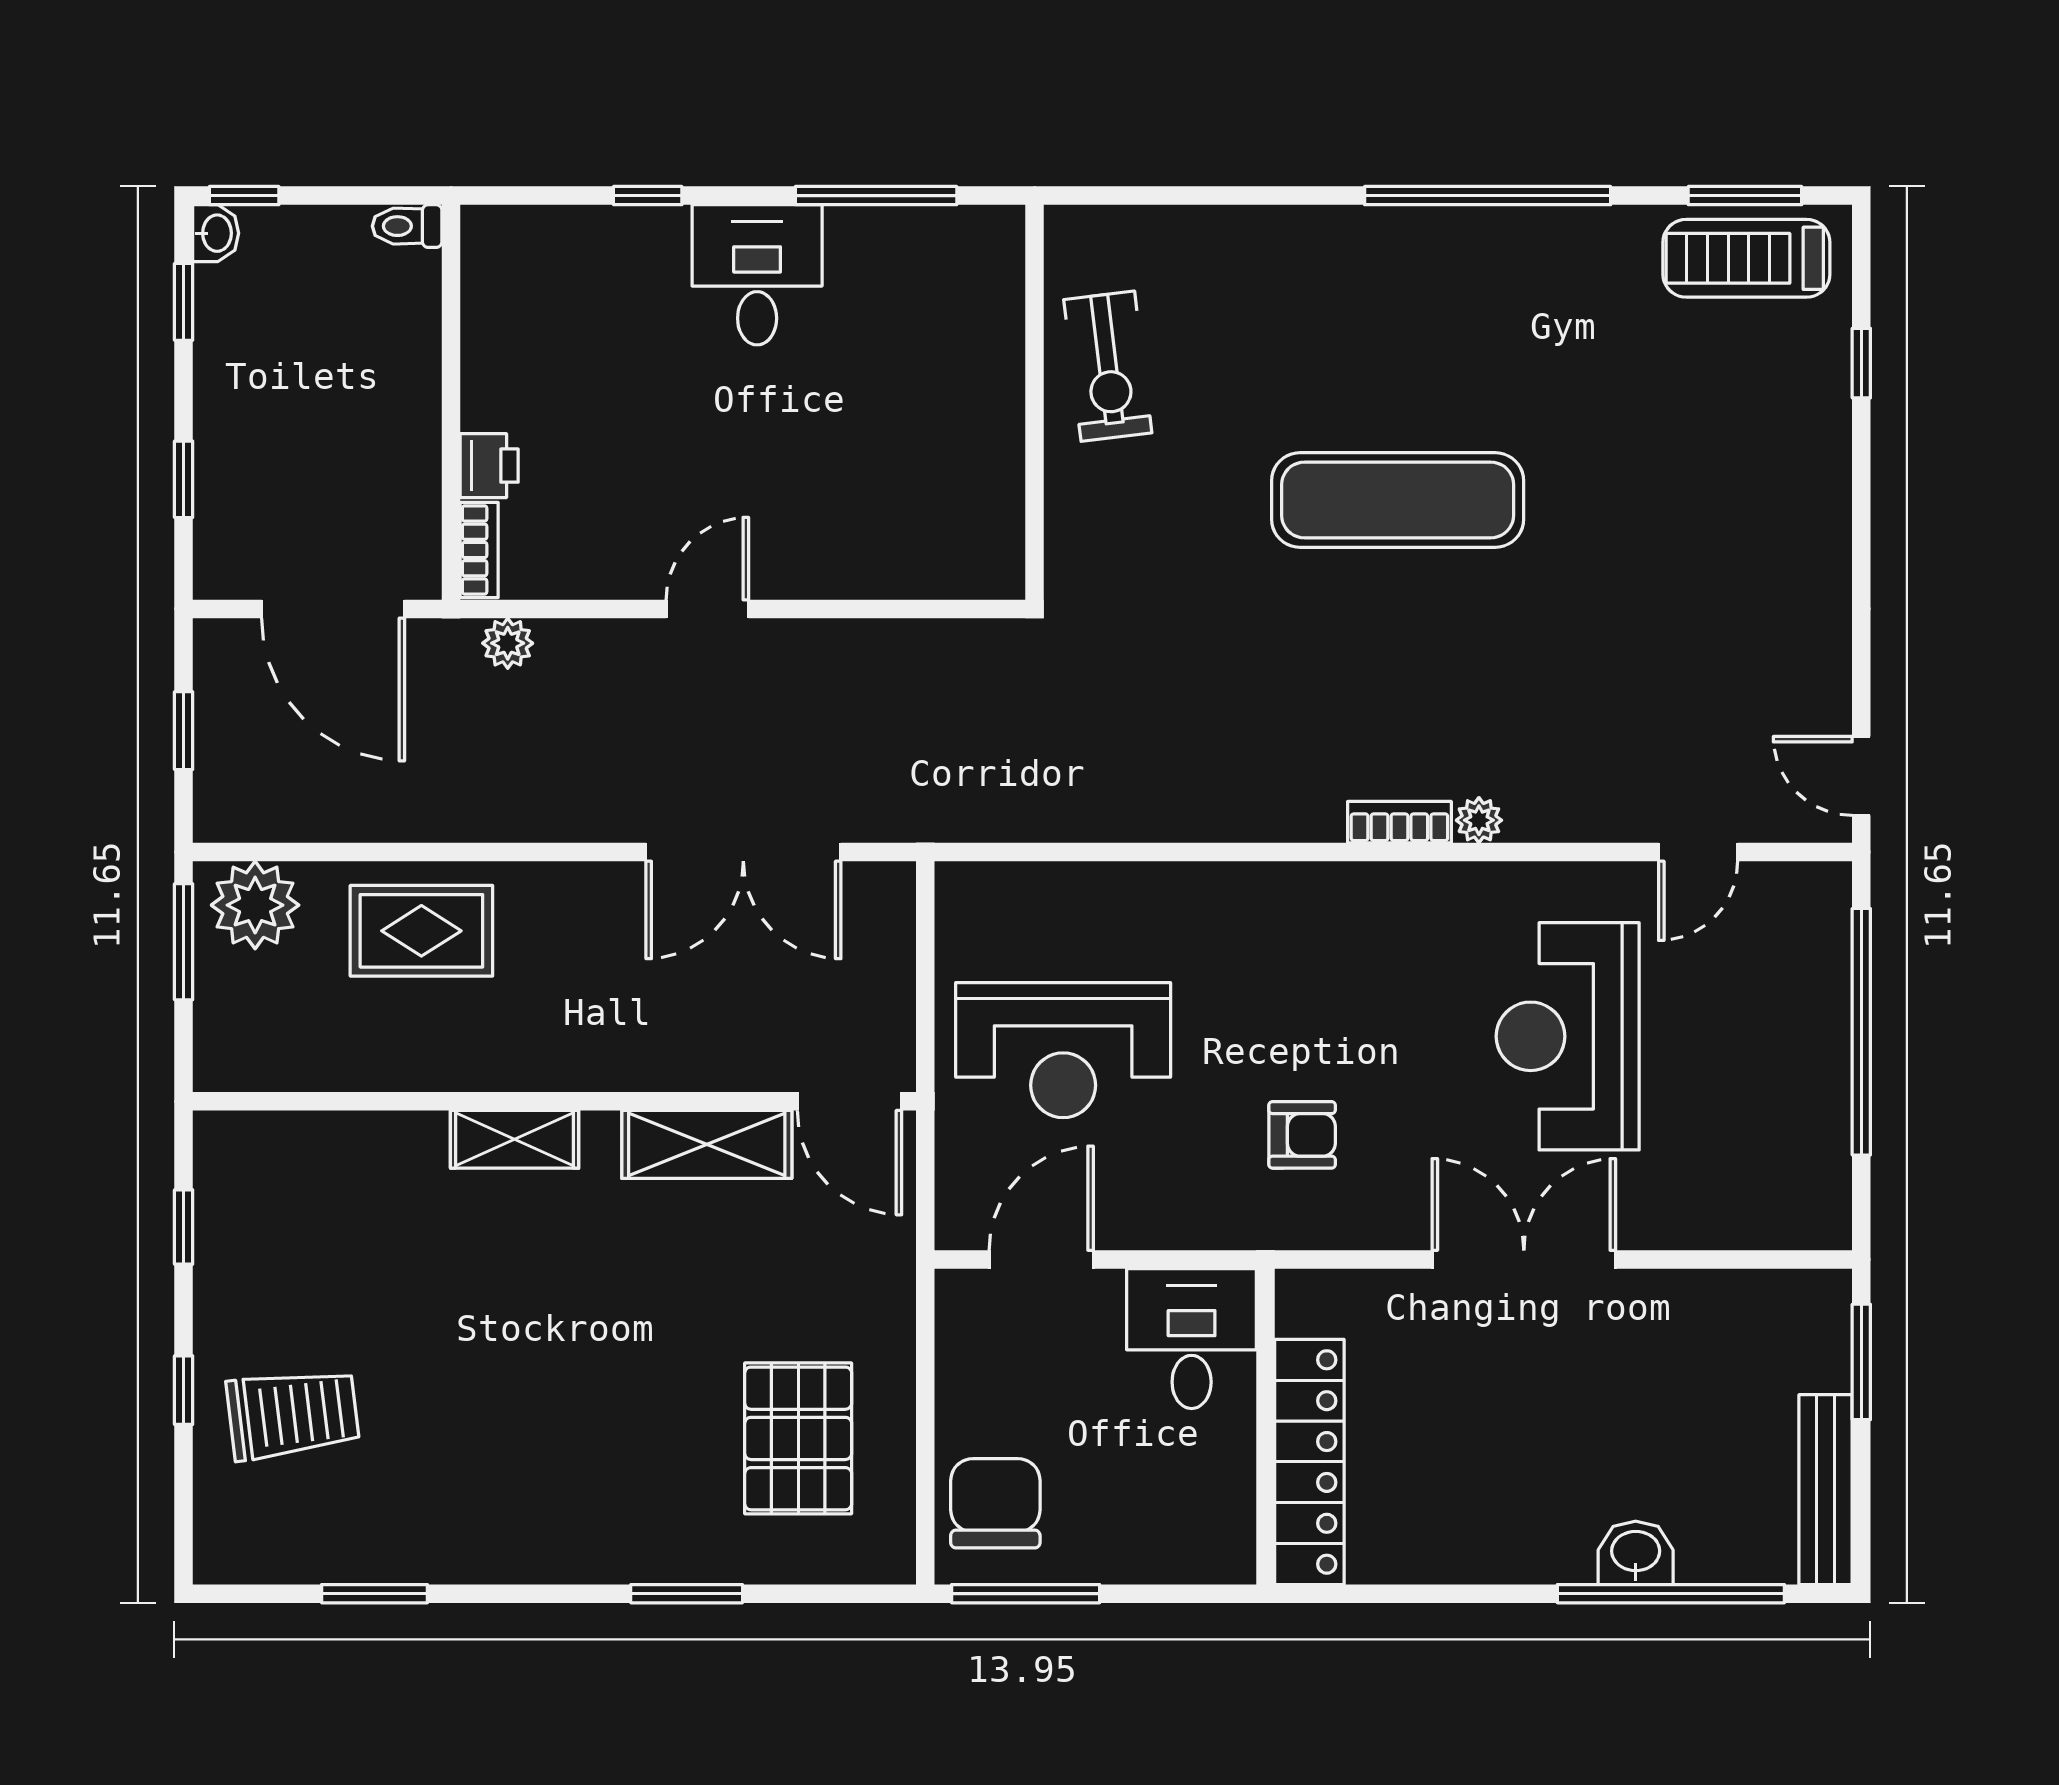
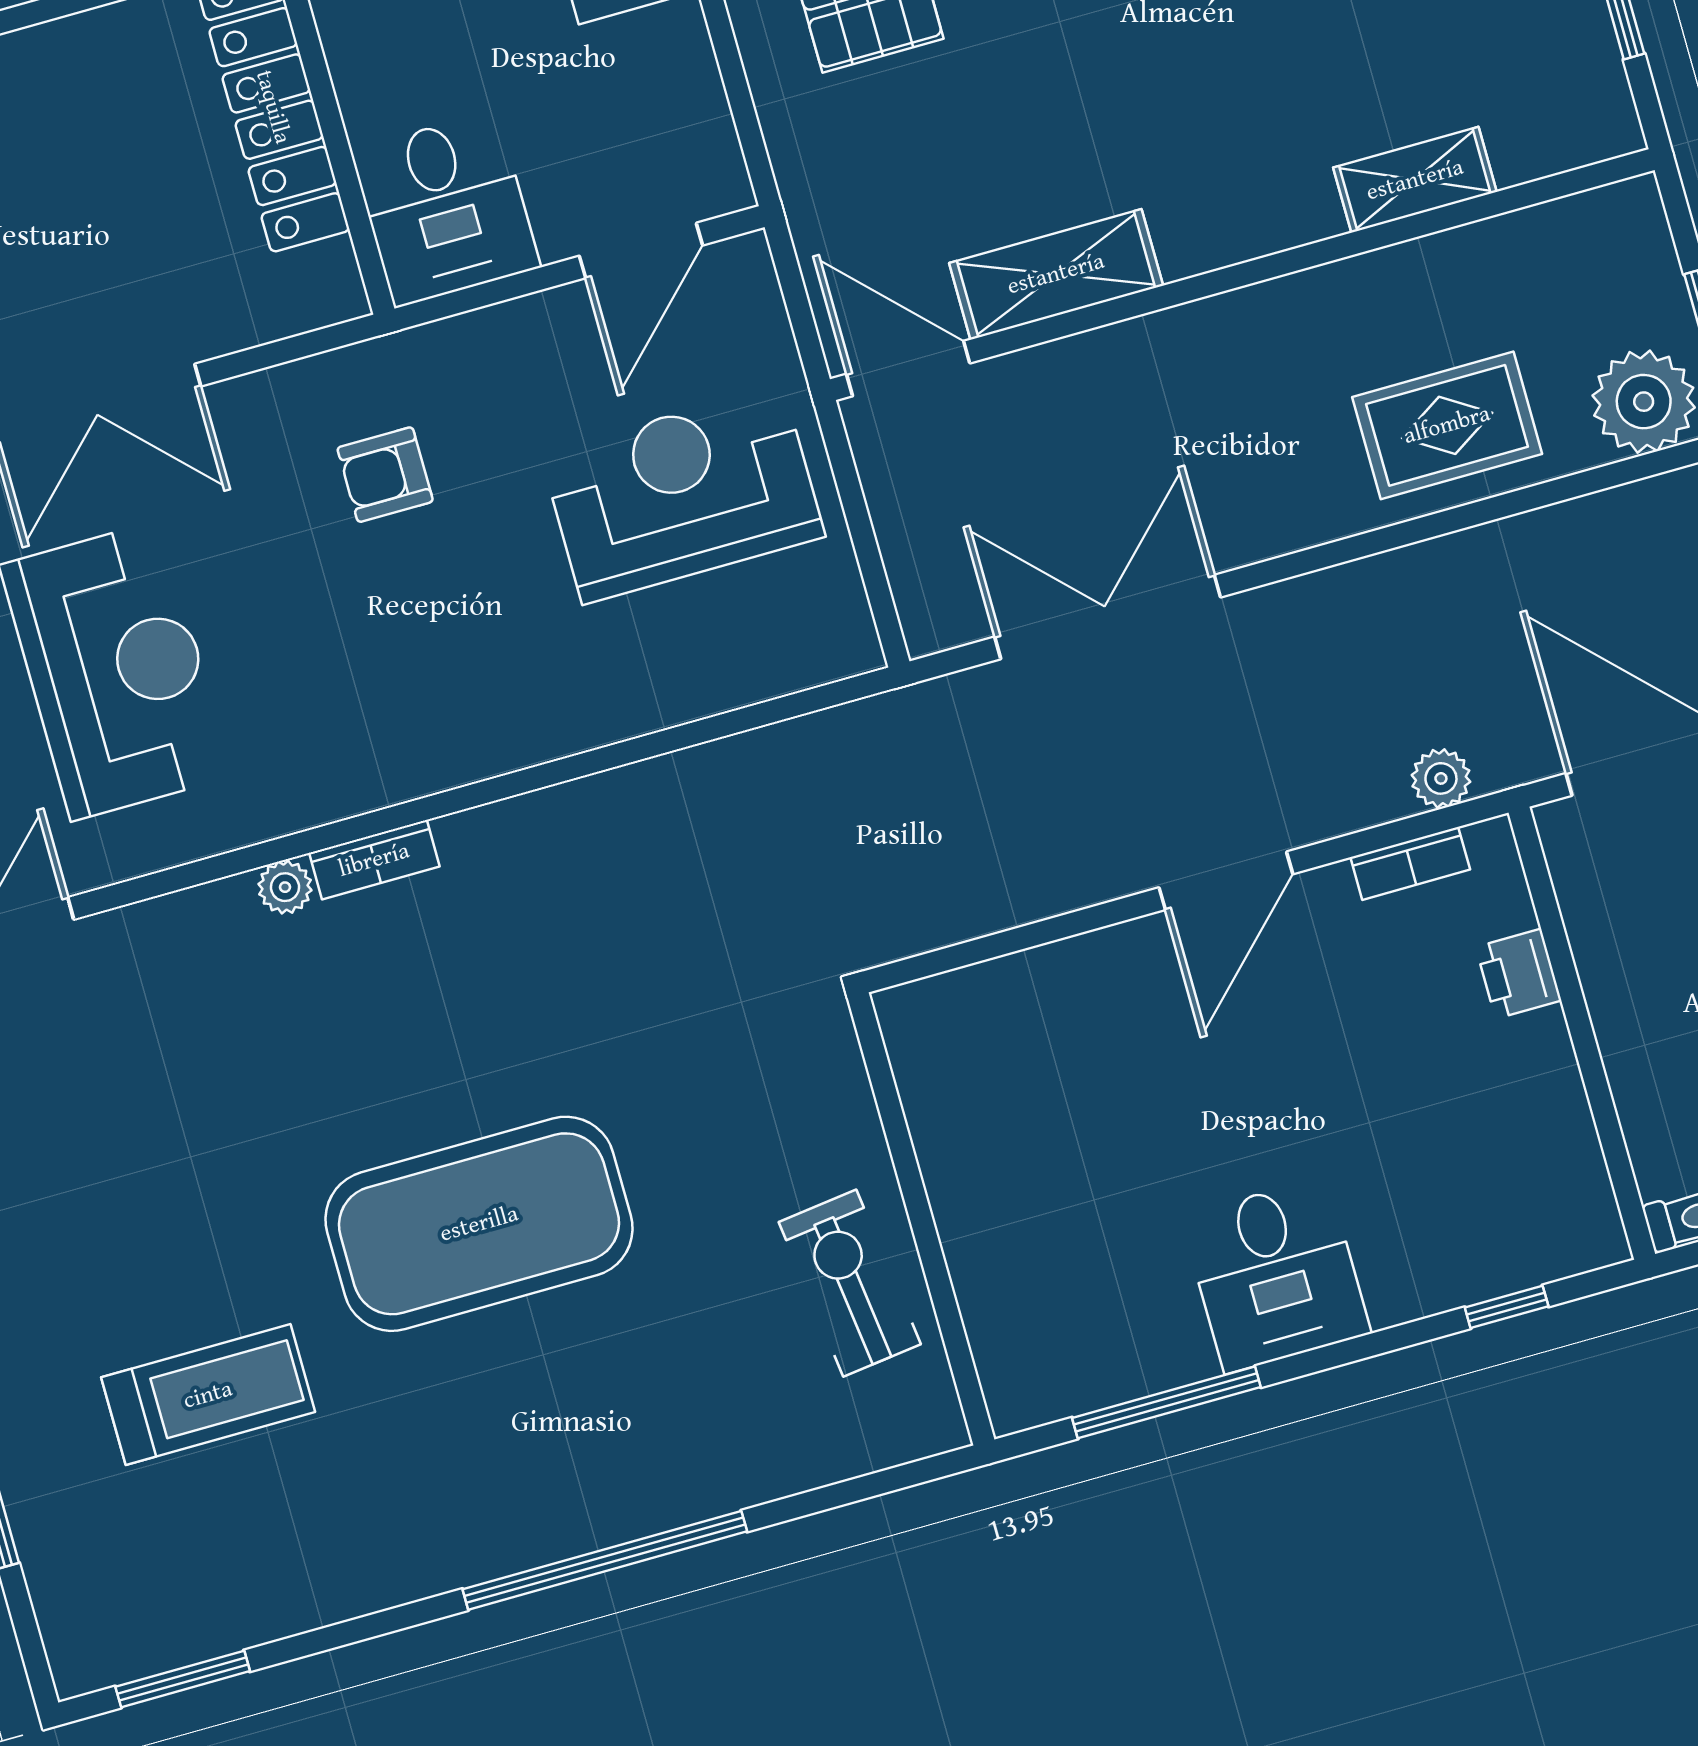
window: (648, 196) -> (1507, 1307), moved
window: (1488, 196) -> (605, 1560), moved
treadmill: (1746, 258) -> (208, 1395), moved
exercise mat: (1398, 500) -> (479, 1224), width x1.47
bookcase: (479, 550) -> (1410, 863), moved, turned -90
door: (707, 609) -> (1226, 881), width x1.38
shelving: (515, 1139) -> (1415, 180), moved

